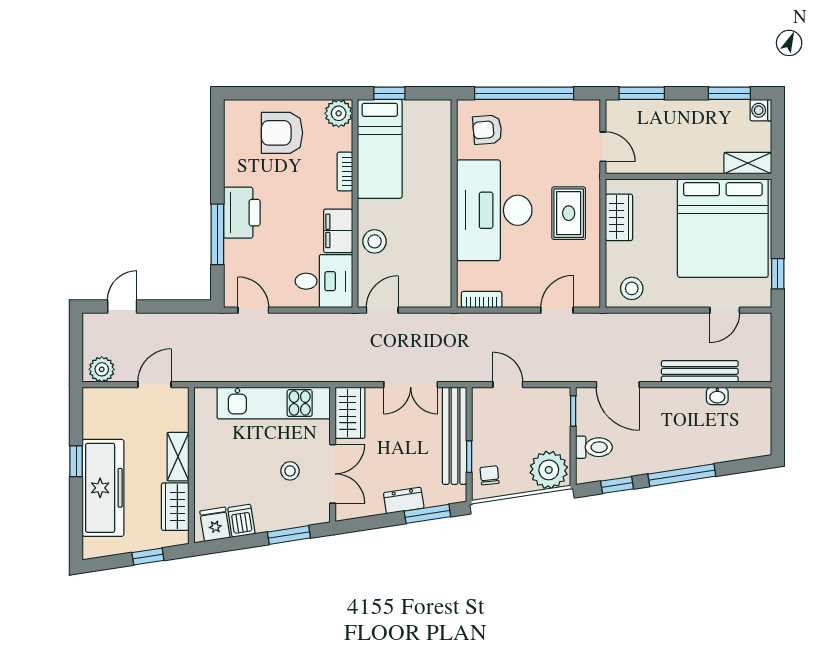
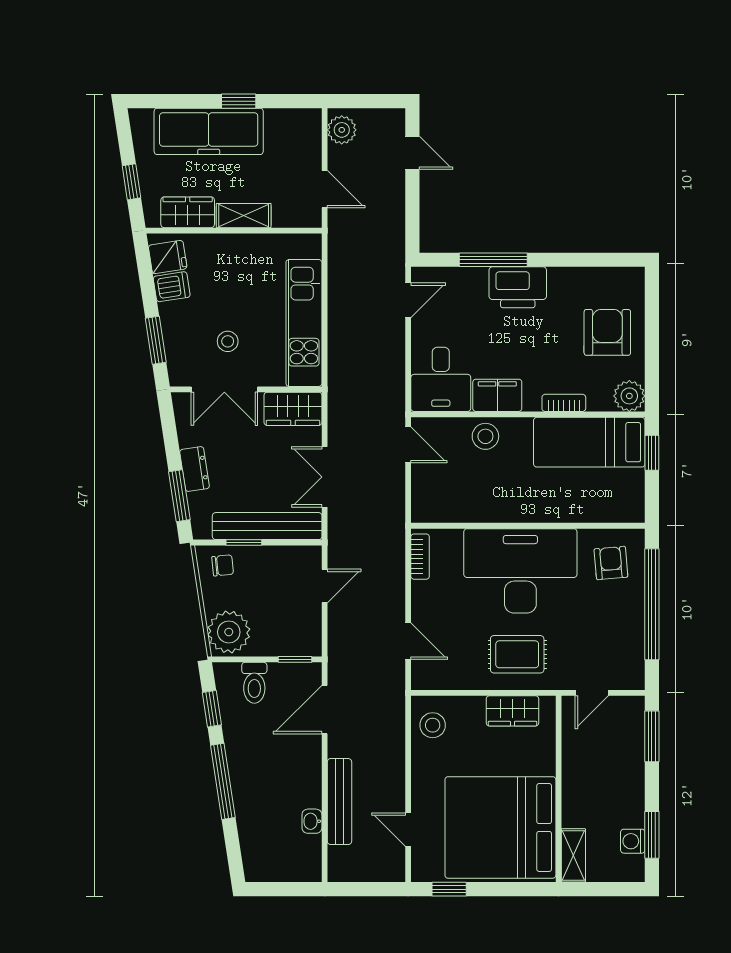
washing machine: (761, 110) -> (633, 841), moved, turned -90

